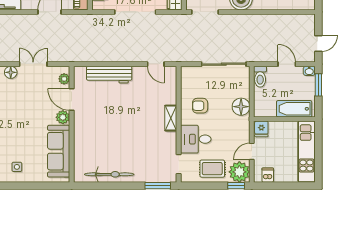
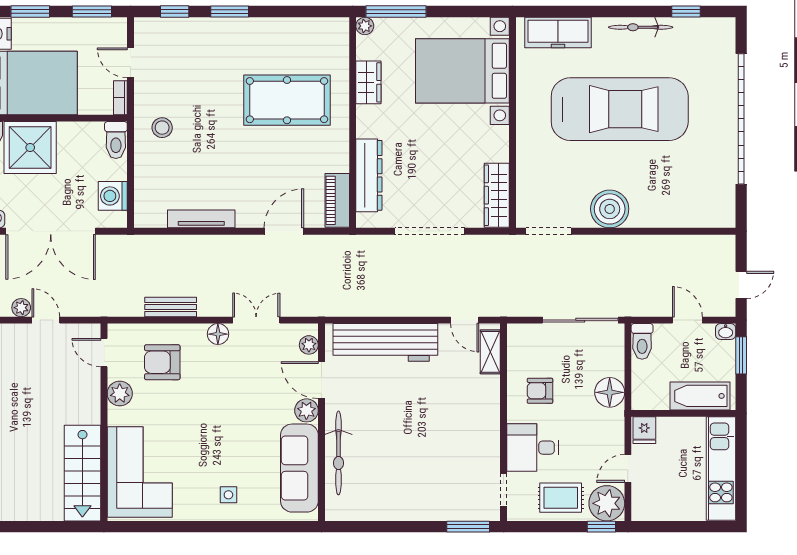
workbench: (109, 75) -> (385, 342), width x1.36, depth x1.32
shelving: (171, 118) -> (490, 352), moved
bicycle: (109, 174) -> (338, 453), moved, turned 90
dishwasher: (268, 175) -> (655, 509), removed

